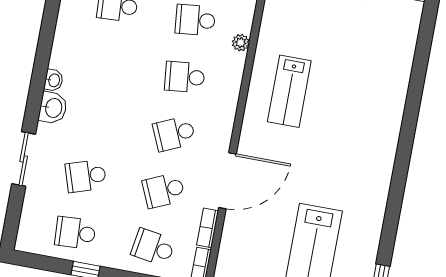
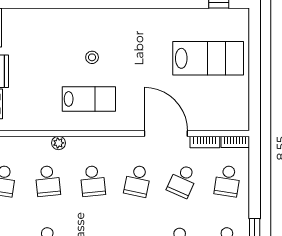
stool: (341, 105) -> (92, 57), added
school desk: (174, 134) -> (138, 181), turned 36
school desk: (164, 190) -> (182, 181), turned 48

